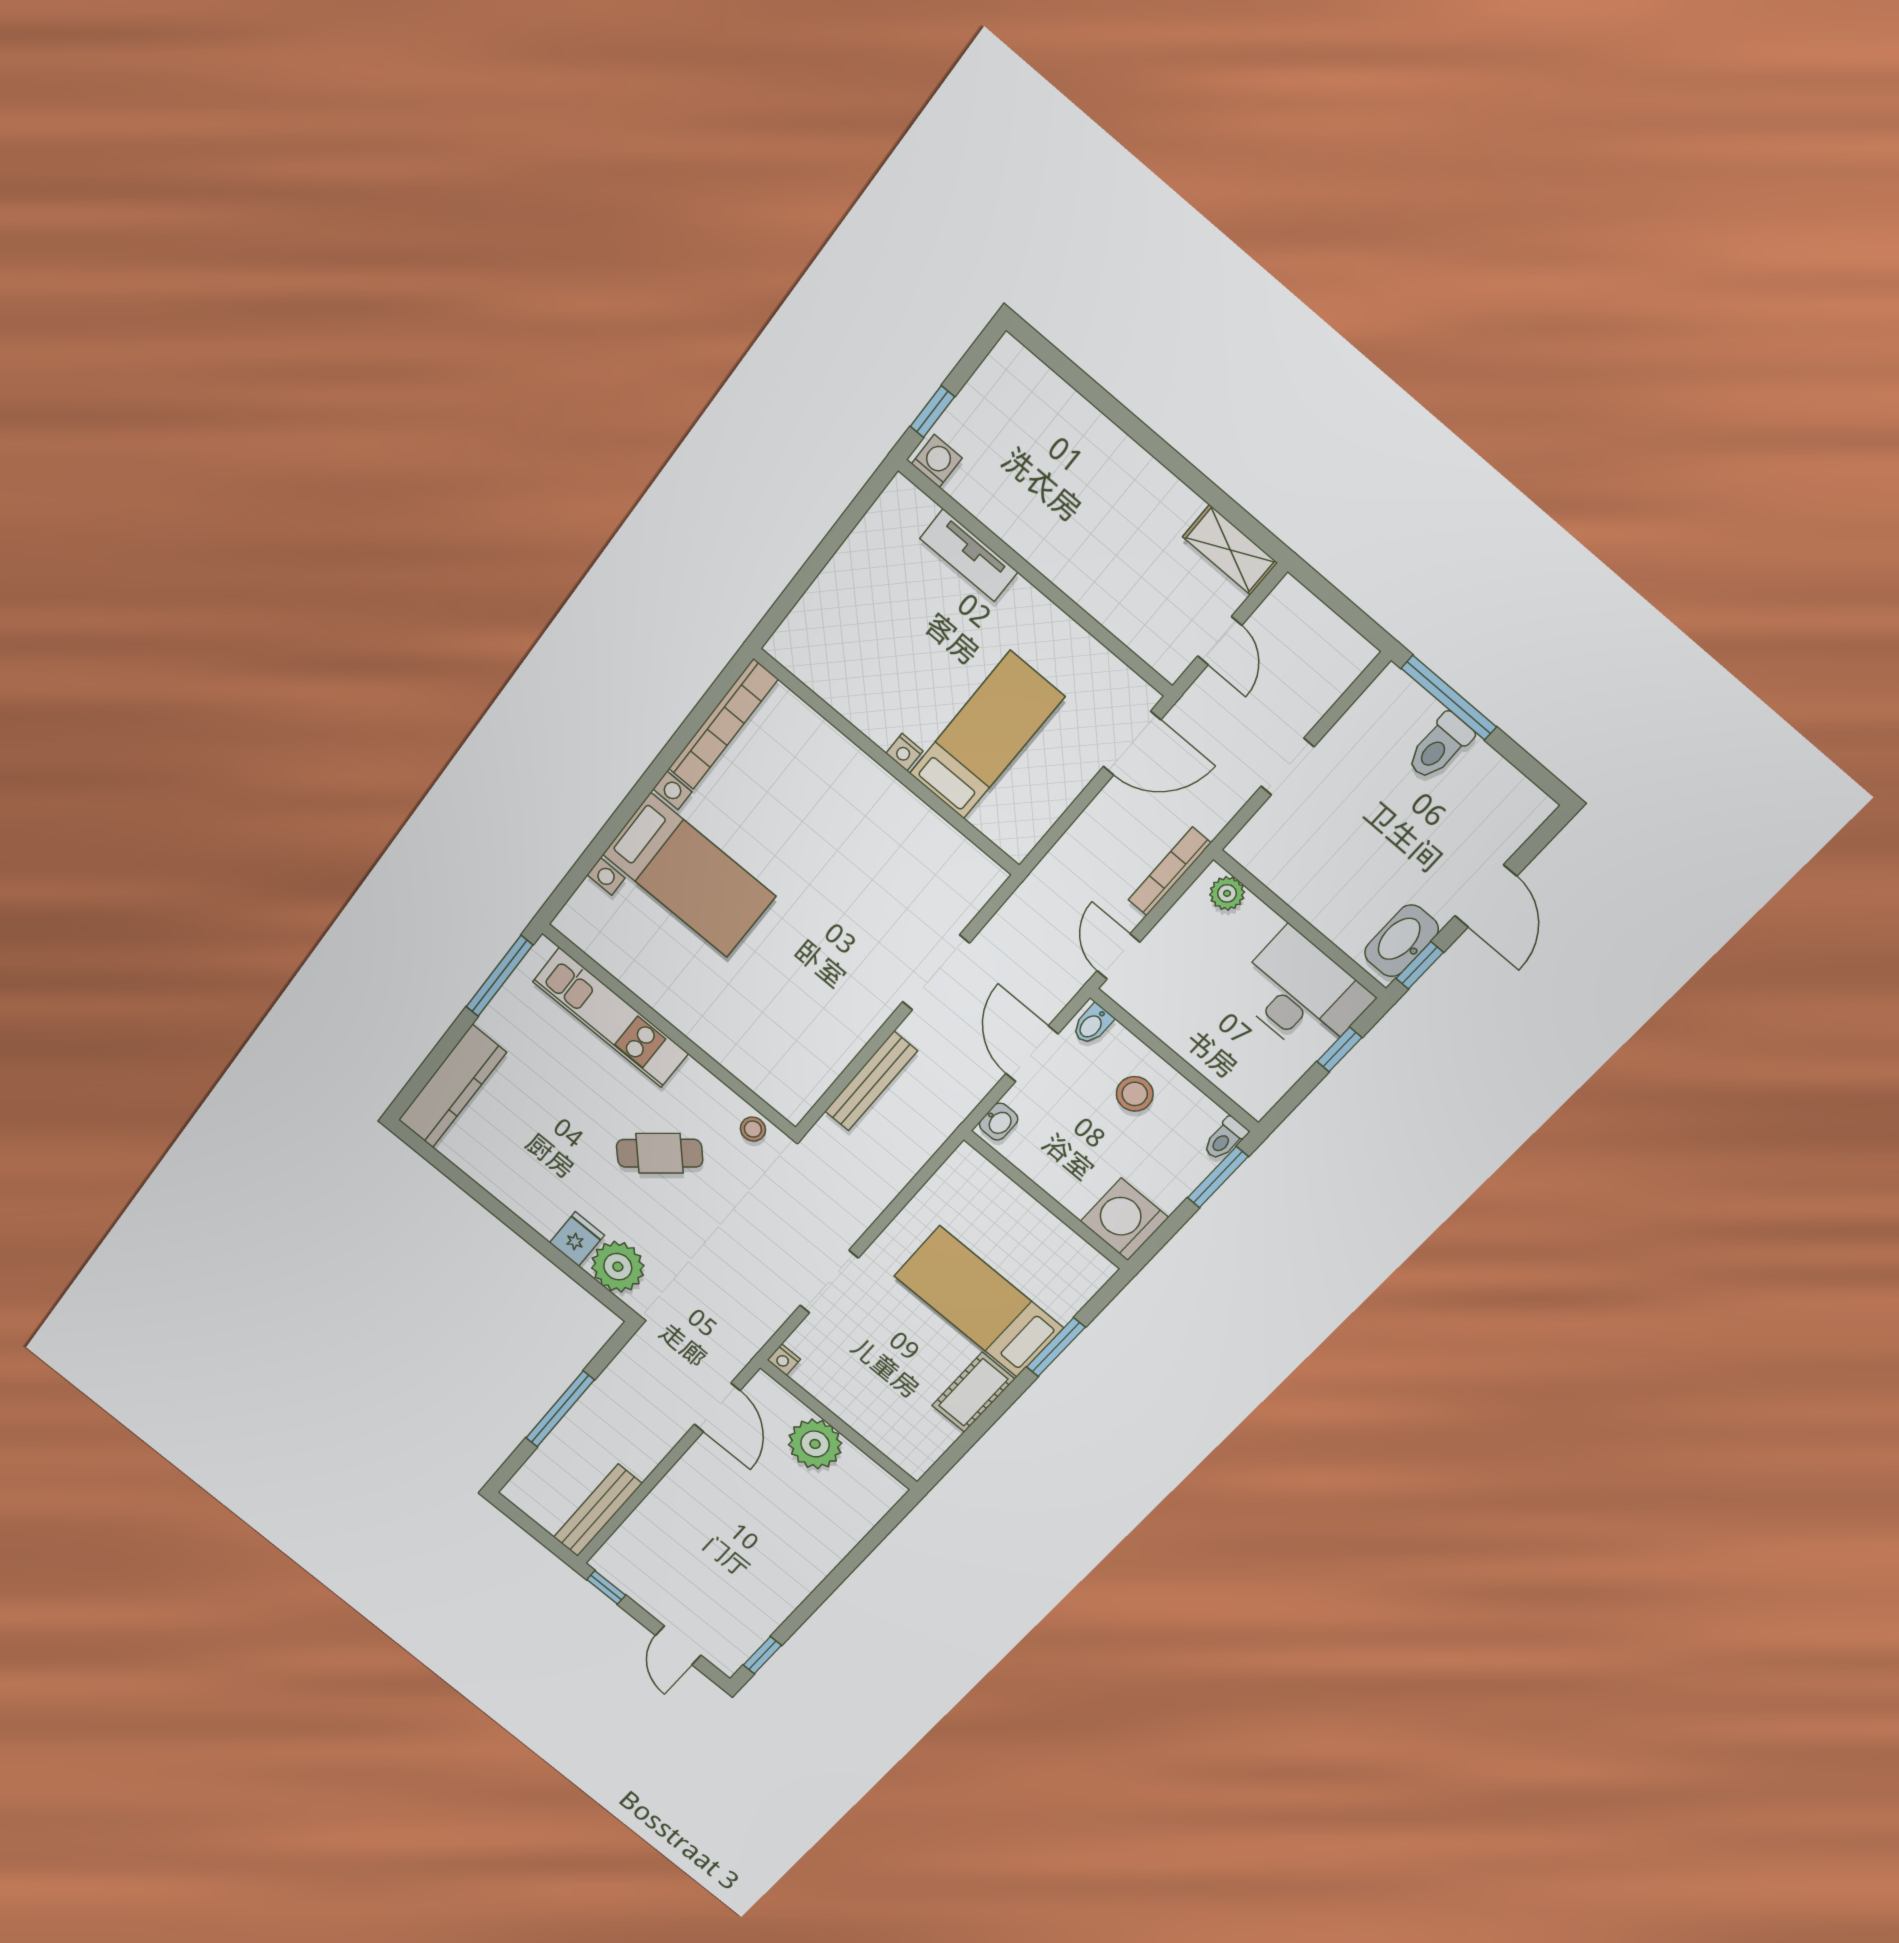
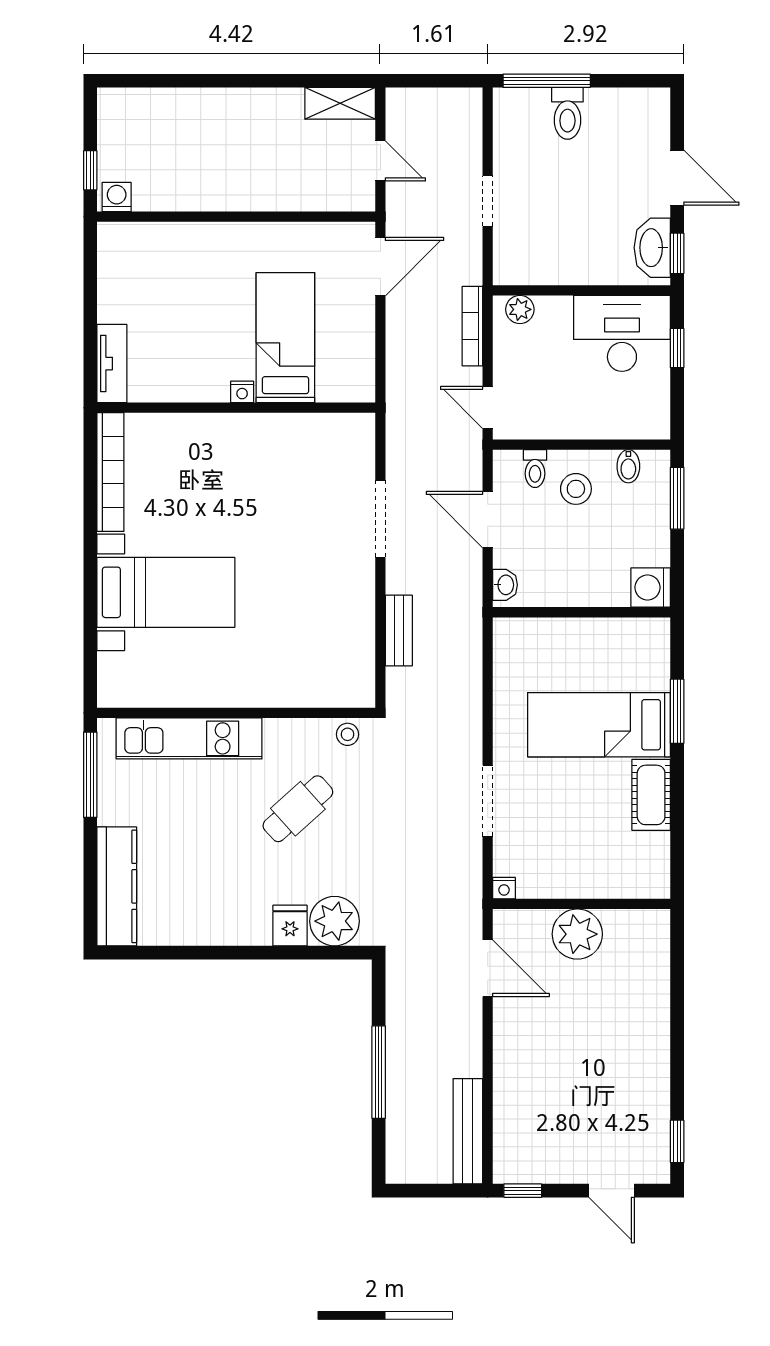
tv unit: (969, 555) -> (112, 364), moved, turned -90
bidet: (1092, 1024) -> (628, 466), moved
bench: (871, 1081) -> (399, 630), width x0.73
toilet: (1225, 1139) -> (535, 469), moved
washing machine: (1124, 1219) -> (651, 587), width x0.73, depth x0.73

